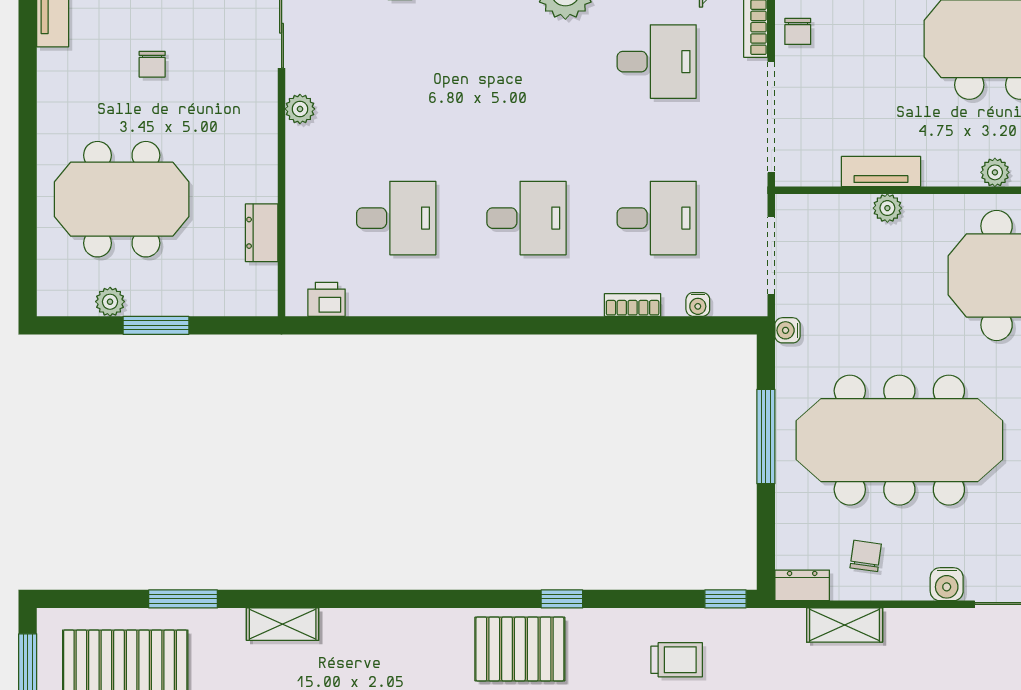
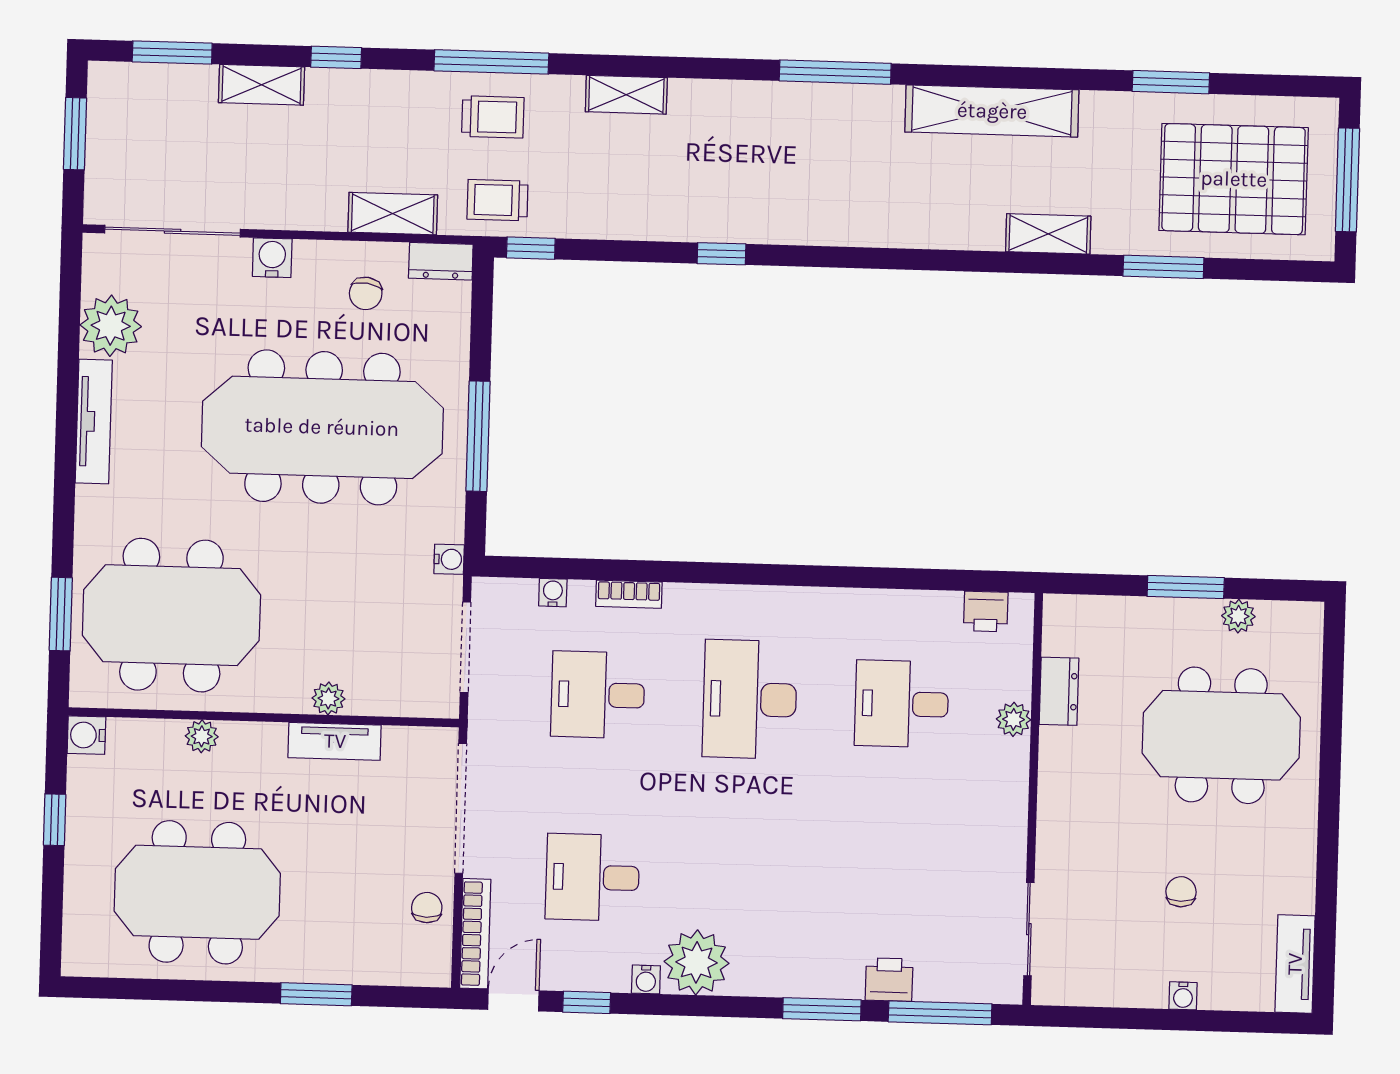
plant: (300, 109) -> (1014, 719), moved
desk: (526, 218) -> (750, 699), width x1.37
pallet: (520, 649) -> (772, 197), removed
trolley: (677, 660) -> (497, 200), moved

